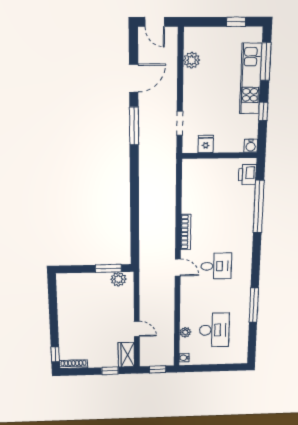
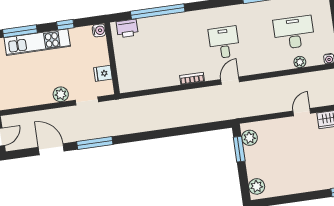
plant: (192, 60) -> (61, 94), moved
bookcase: (186, 232) -> (192, 78), width x0.64
plant: (69, 281) -> (257, 186), added

